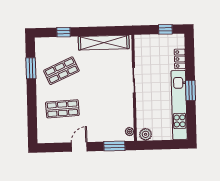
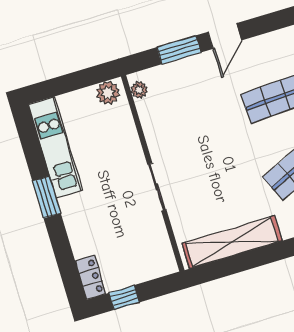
locker: (180, 59) -> (90, 277), moved
kitchen unit: (179, 105) -> (55, 147), width x0.73
window: (114, 146) -> (179, 50), moved

